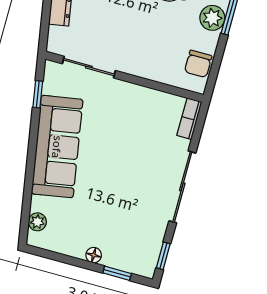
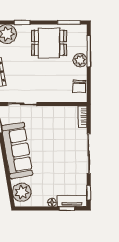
plant: (37, 222) -> (22, 192), width x1.88, depth x1.88
tv unit: (129, 262) -> (72, 201), added

